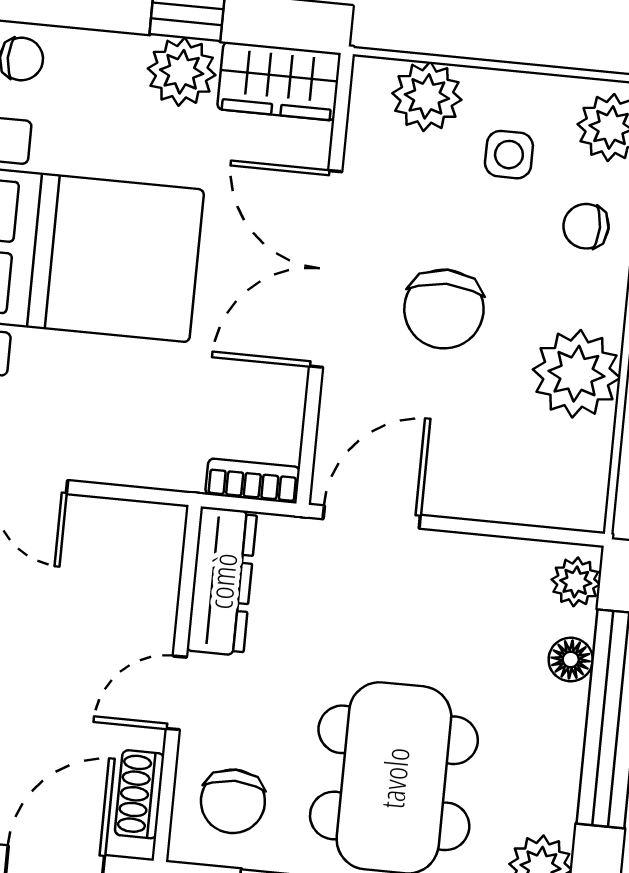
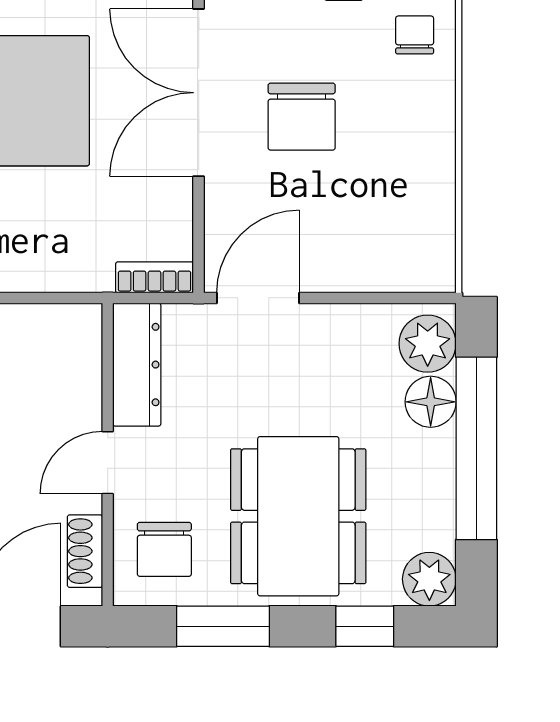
chair: (586, 226) -> (415, 35), turned 90
plant: (576, 374) -> (419, 160), removed
plant: (576, 582) -> (428, 344), width x1.38, depth x1.38
floor lamp: (571, 659) -> (431, 402), width x1.37, depth x1.37

